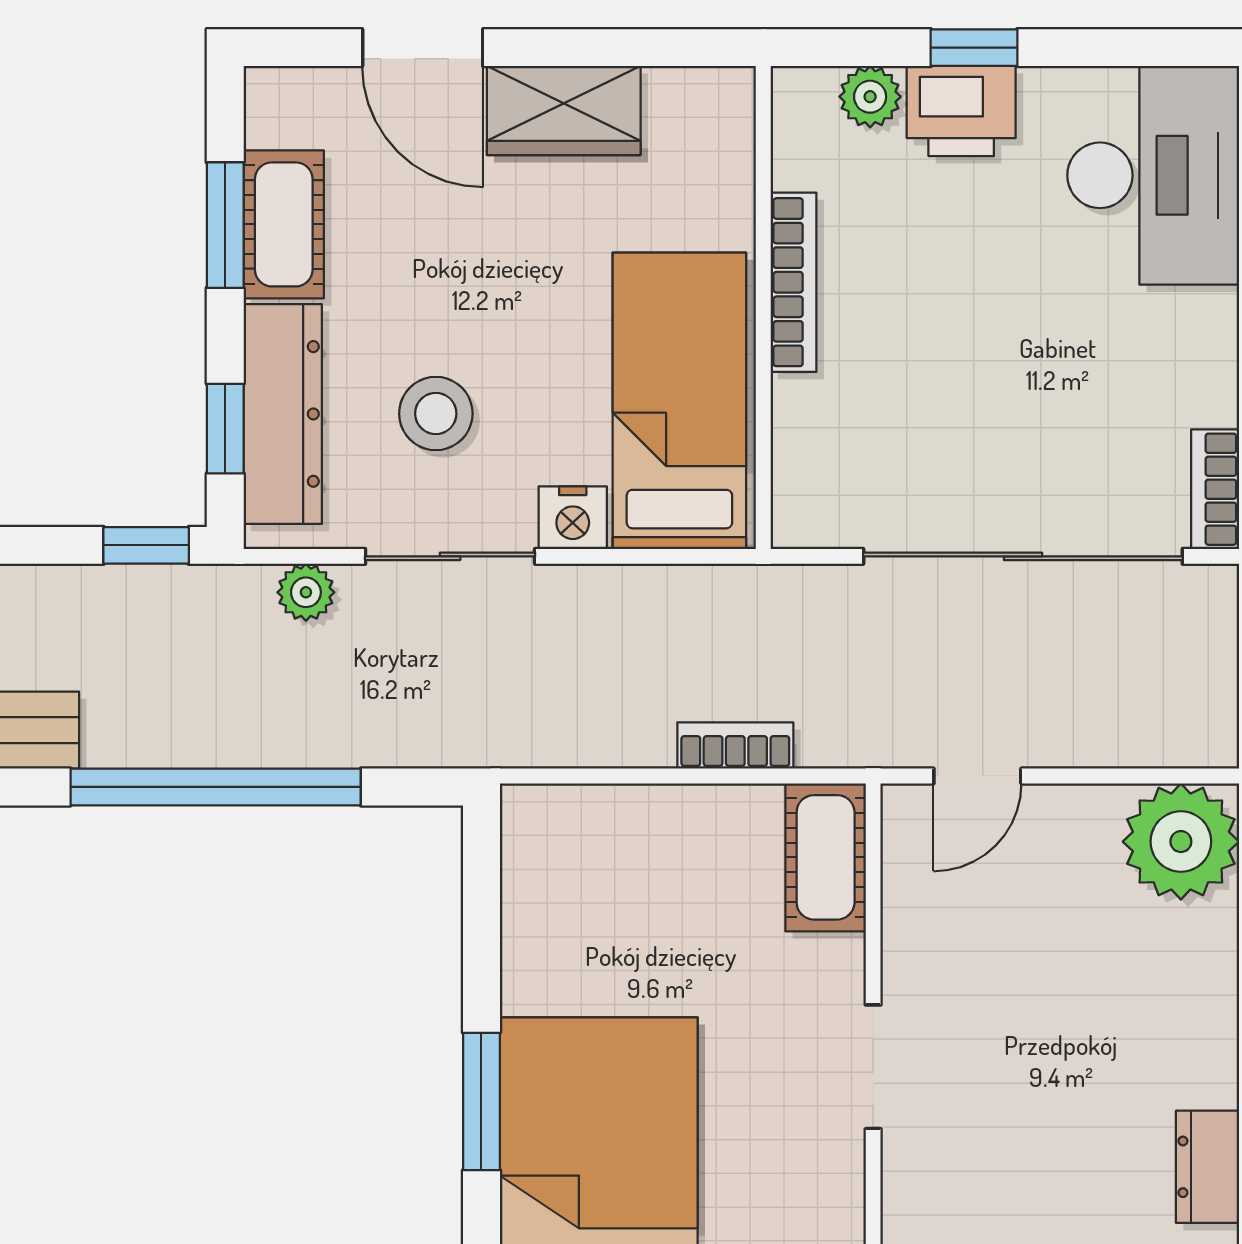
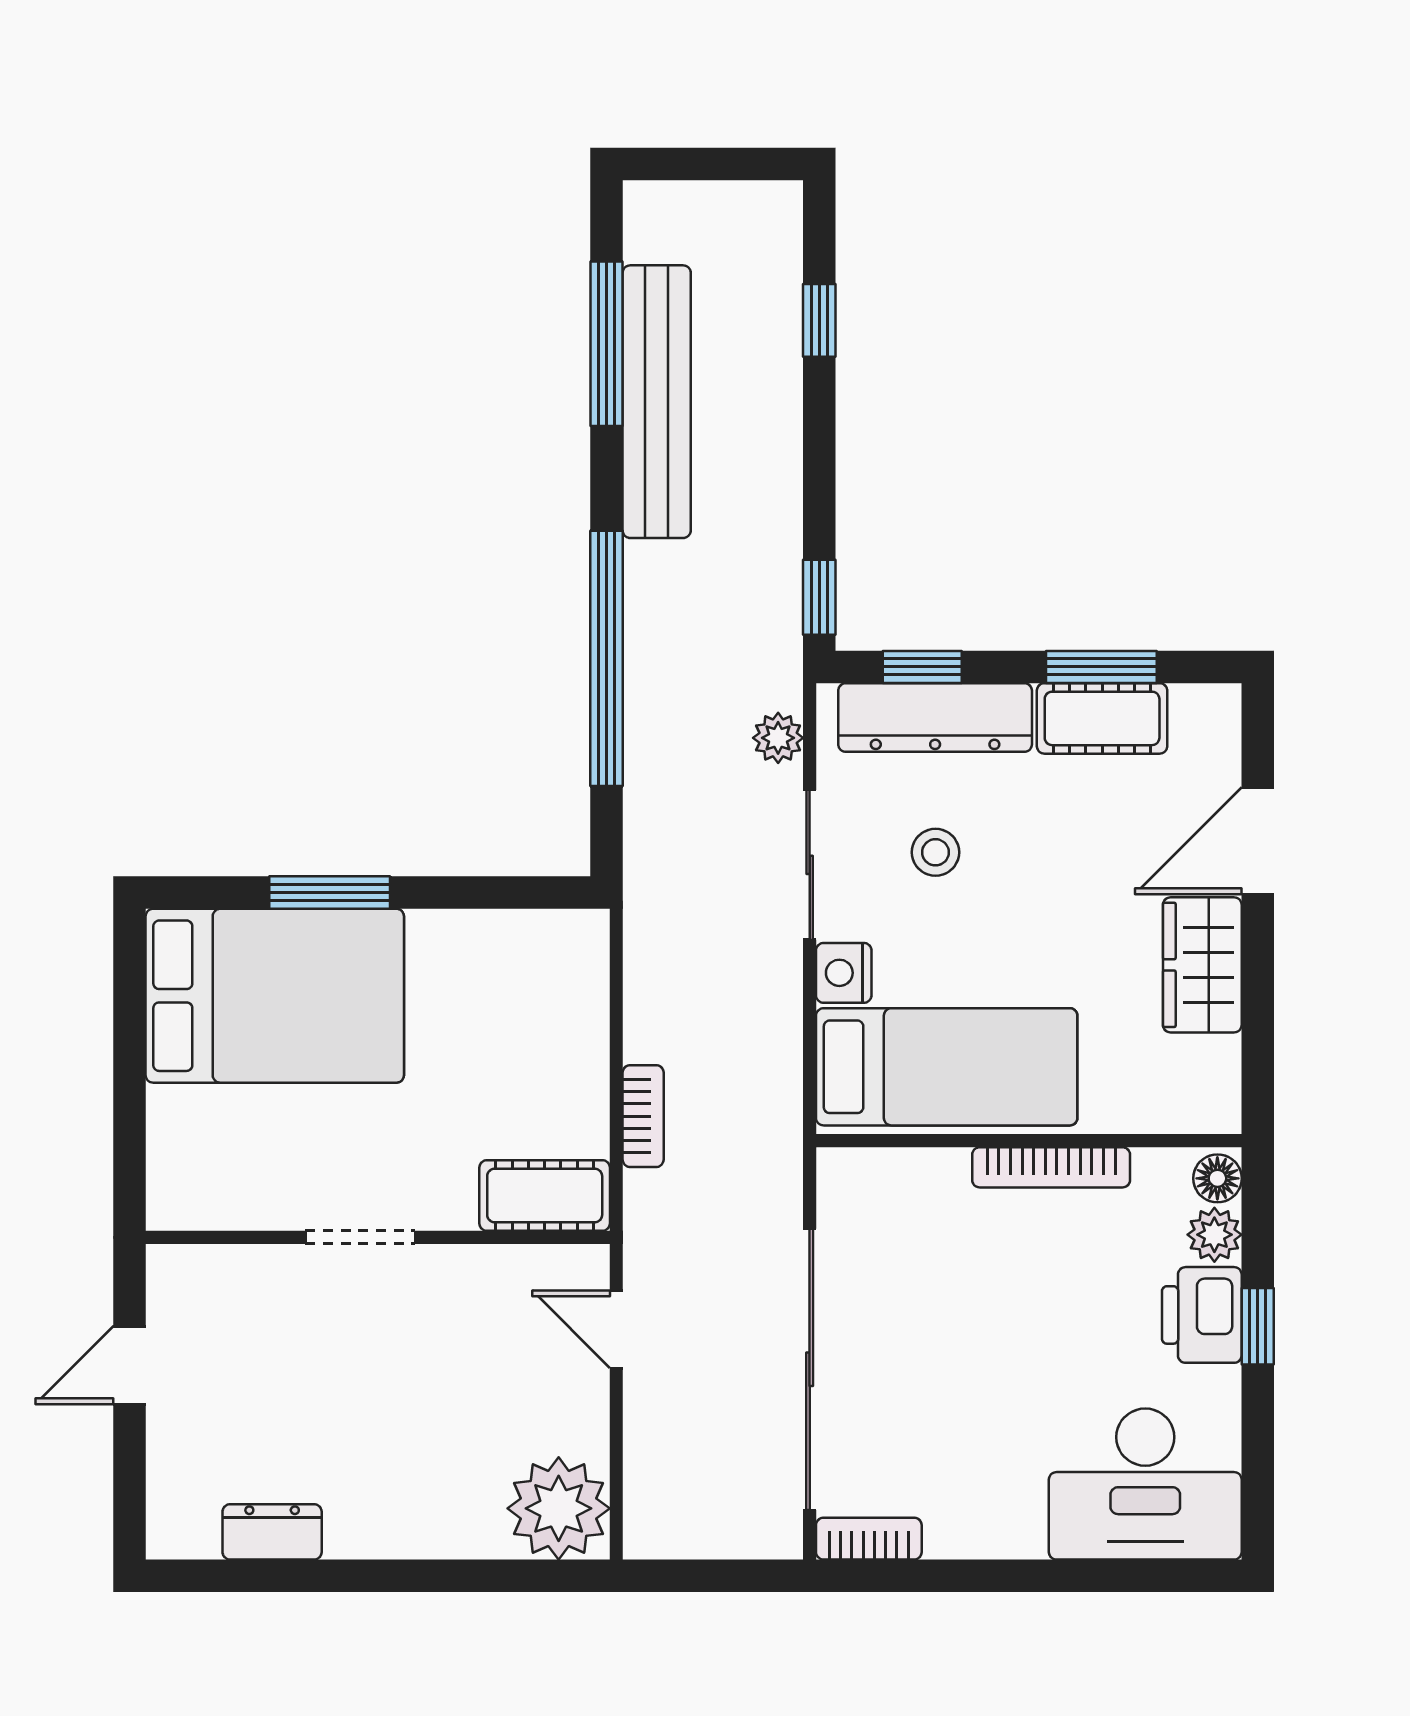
floor lamp: (806, 93) -> (1217, 1178), added
stool: (436, 414) -> (935, 852), width x0.73, depth x0.73

